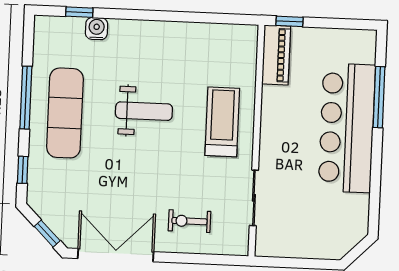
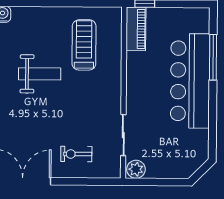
treadmill: (222, 122) -> (84, 45), moved
plant: (269, 245) -> (136, 169), added

